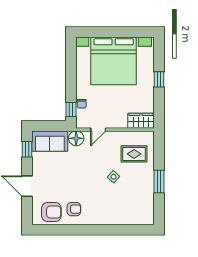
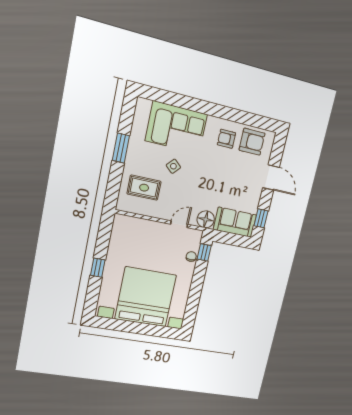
wardrobe: (141, 121) -> (128, 225), removed
corner sofa: (118, 208) -> (176, 127), added
armchair: (51, 212) -> (252, 142), turned 180

